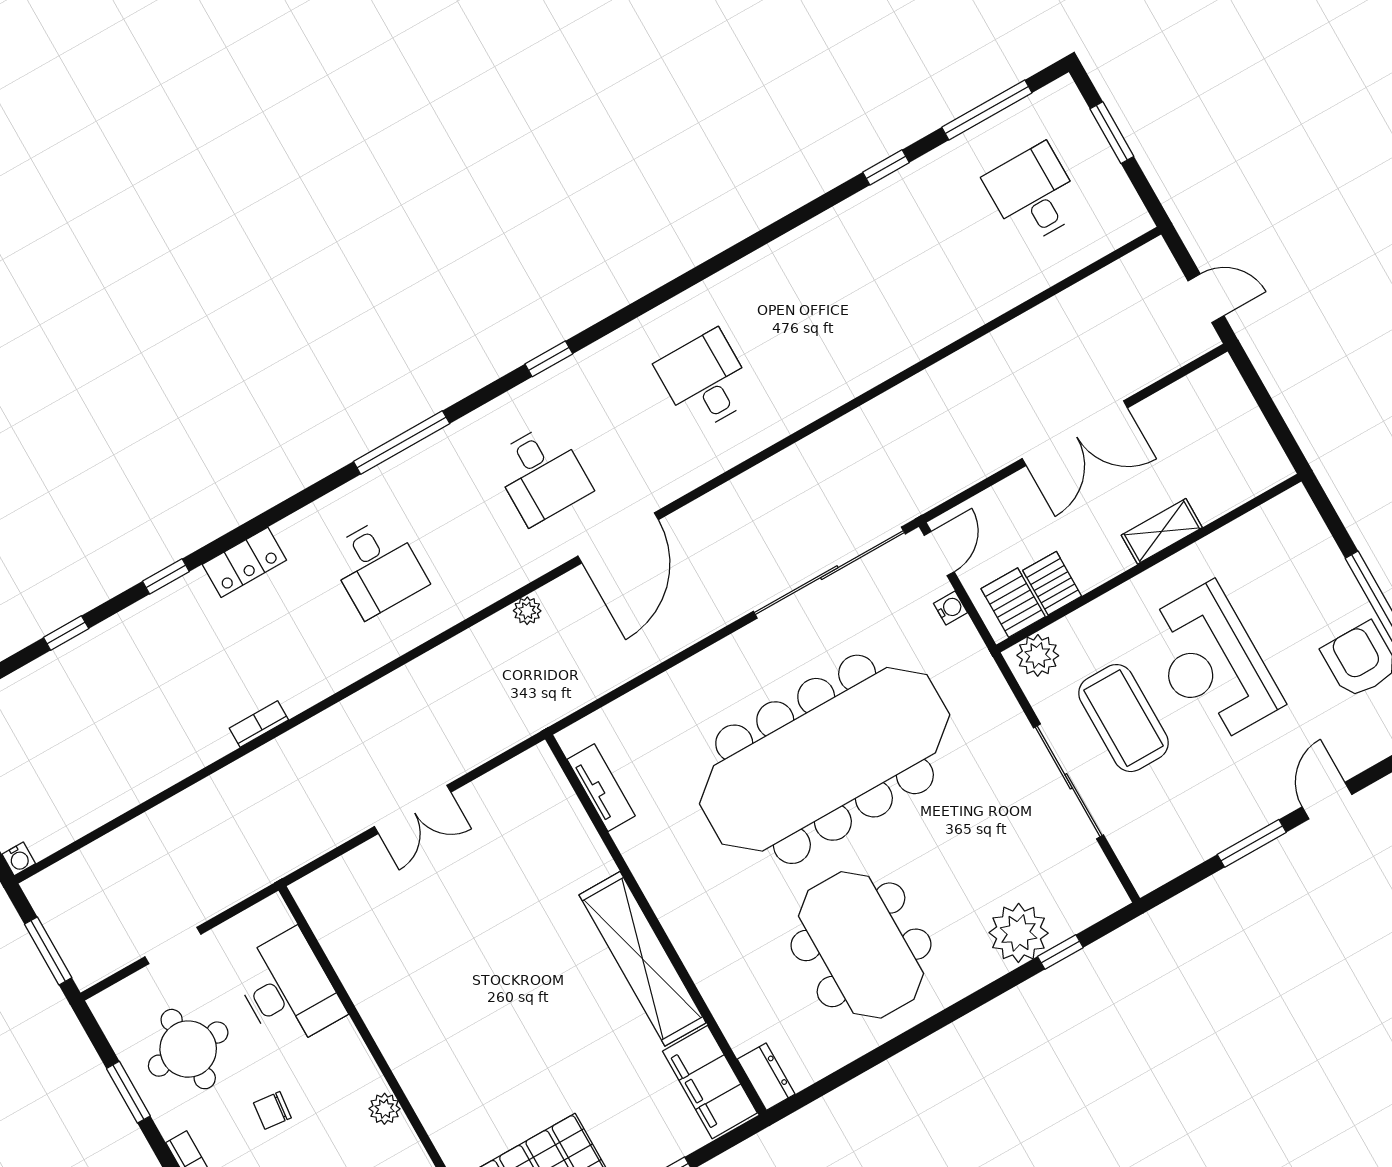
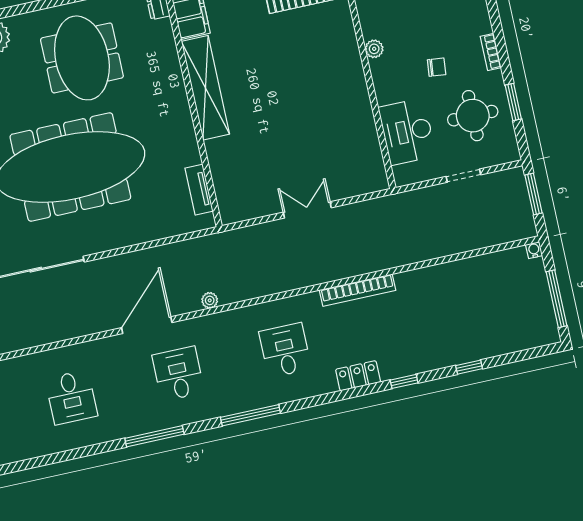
window: (549, 359) -> (154, 436), width x2.17
bookcase: (259, 724) -> (358, 290), width x2.31, depth x1.31

